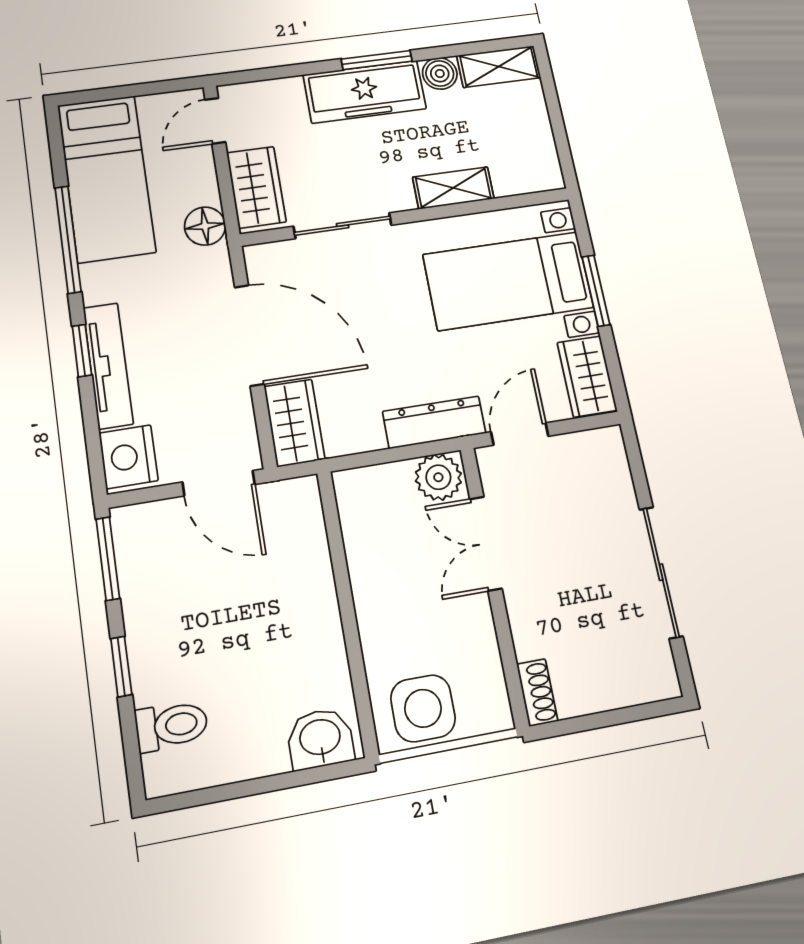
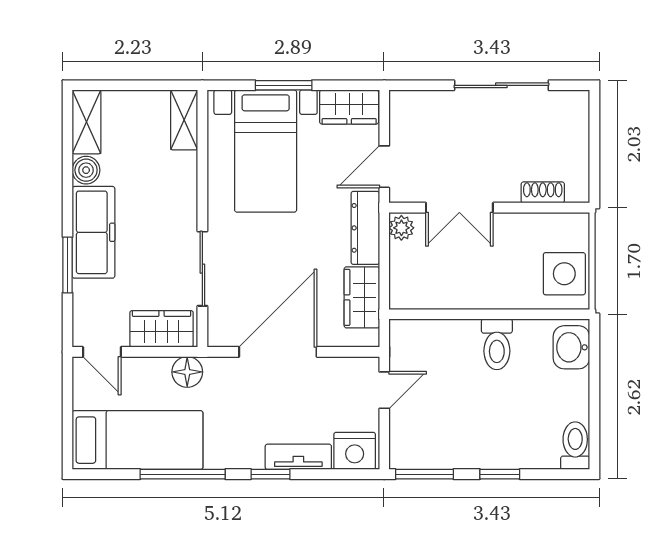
window: (377, 60) -> (68, 265), moved
shelving: (453, 188) -> (184, 120), moved
tv unit: (108, 366) -> (298, 457), width x0.71
wardrobe: (294, 423) -> (362, 297), moved, turned -90
door: (520, 434) -> (384, 167), hinge flipped
plant: (438, 477) -> (401, 228), width x0.73, depth x0.73
door: (219, 483) -> (384, 390), width x0.73
toilet: (307, 629) -> (497, 344), added
shoe rack: (537, 692) -> (543, 192), moved
toilet: (172, 726) -> (575, 446), moved

